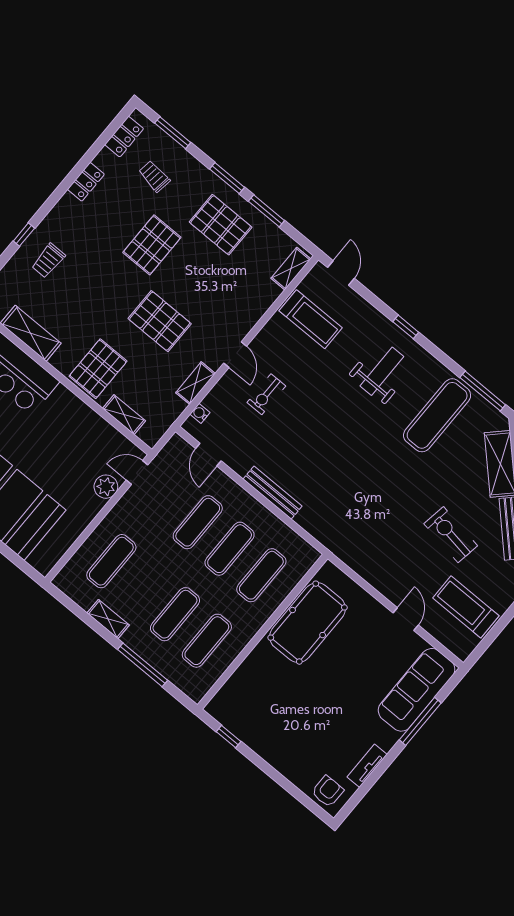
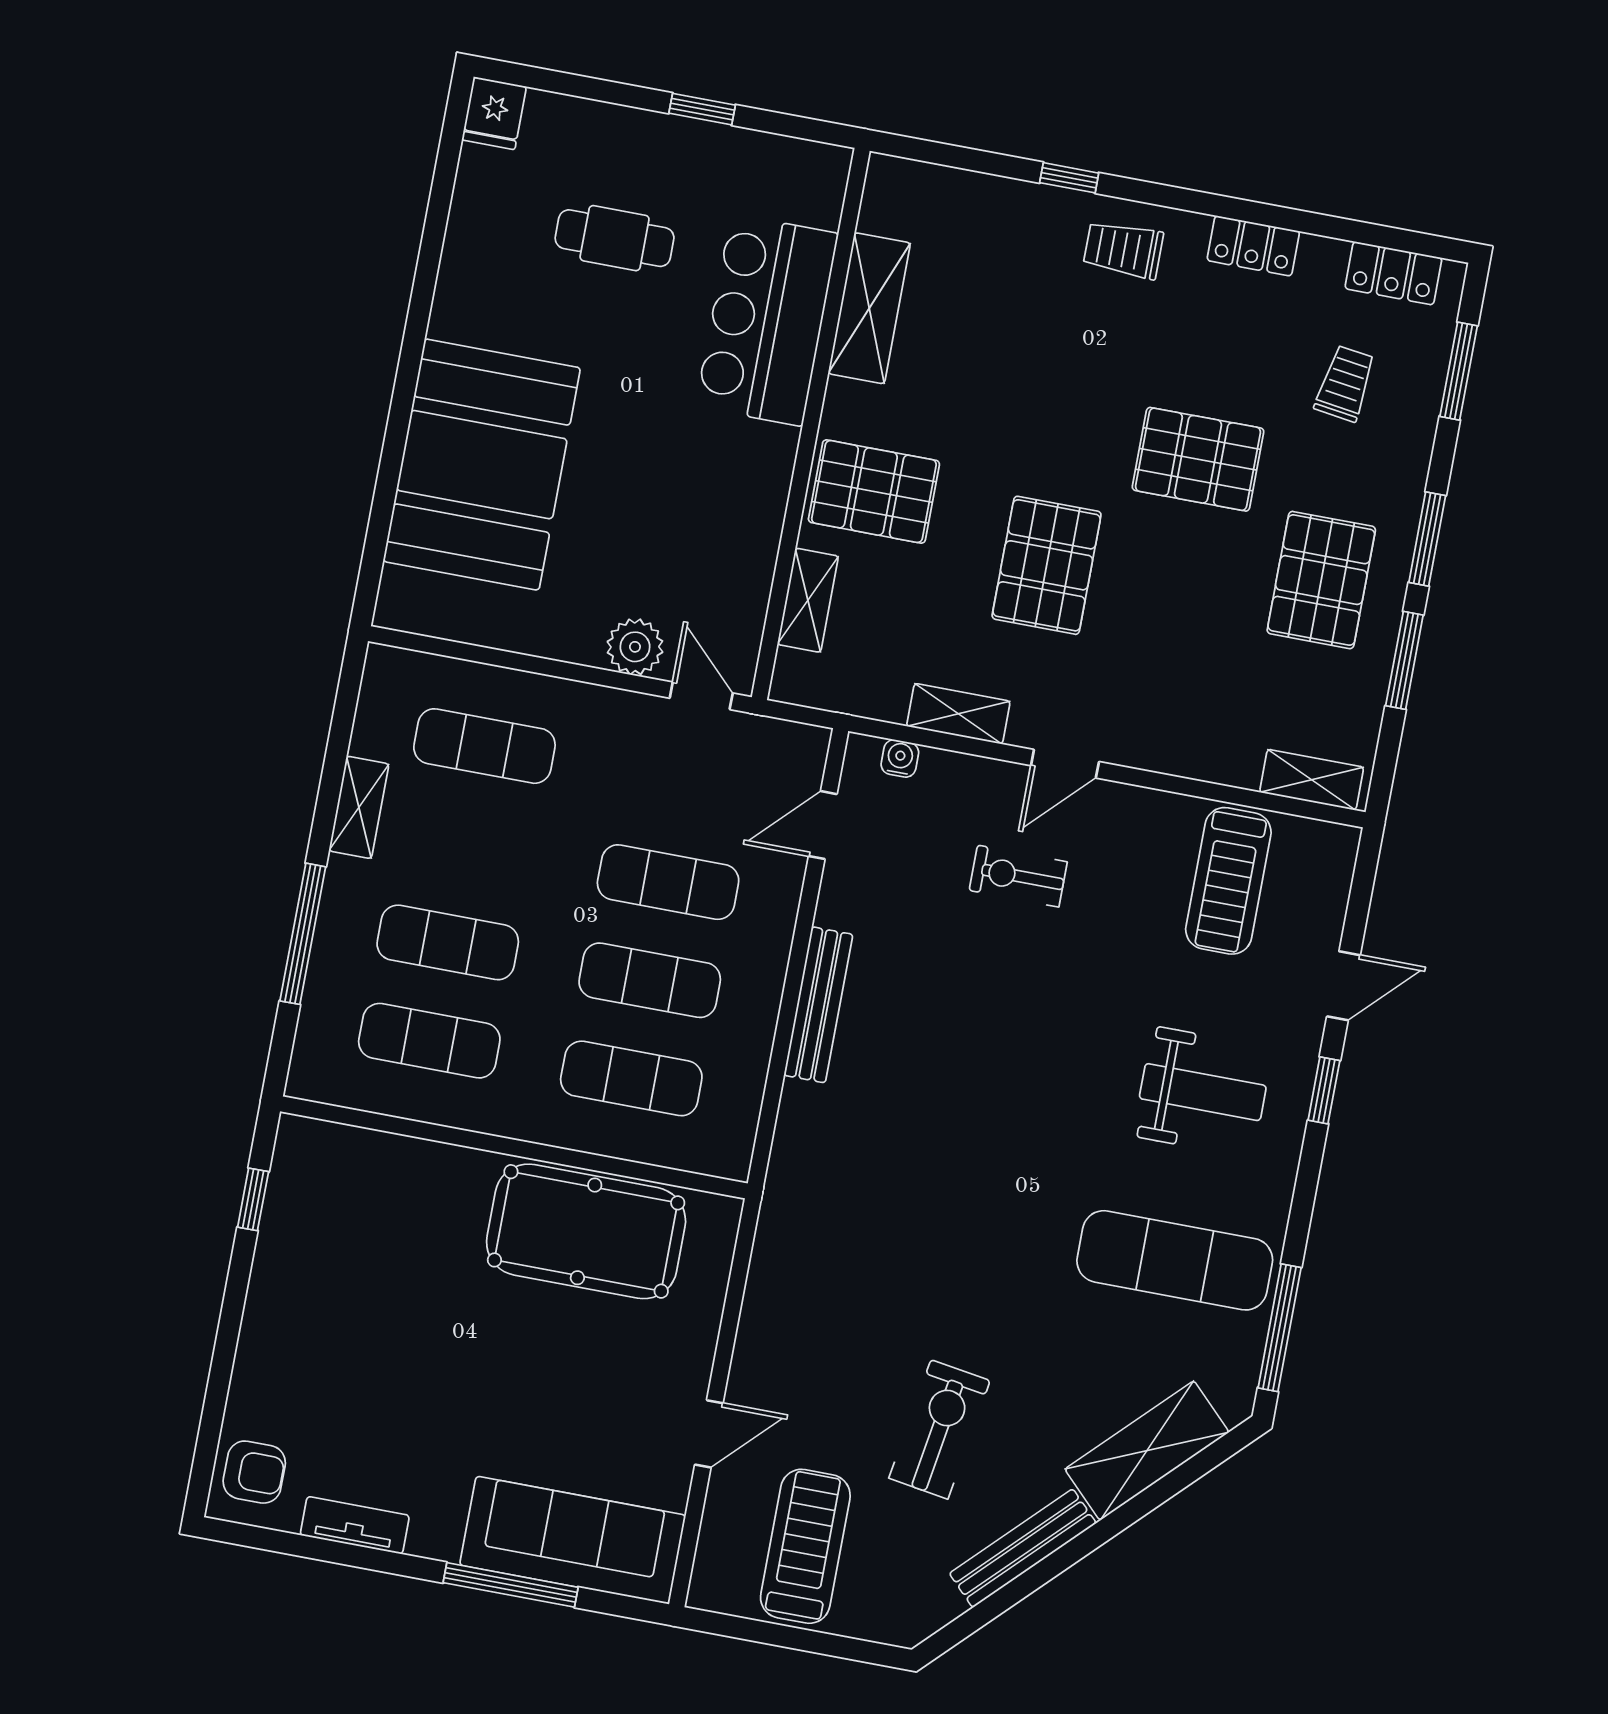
trolley: (48, 261) -> (1123, 250), moved
door: (341, 273) -> (1344, 986), moved

